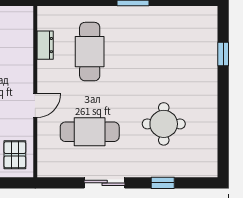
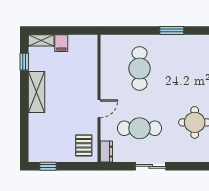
dresser: (45, 45) -> (106, 152), moved
window: (163, 183) -> (194, 166), removed

